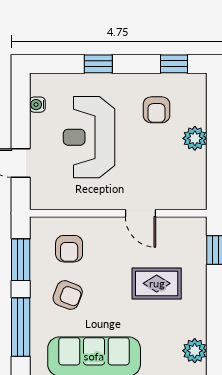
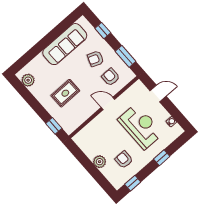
door: (141, 213) -> (108, 103), moved
window: (21, 327) -> (103, 31), width x0.46

